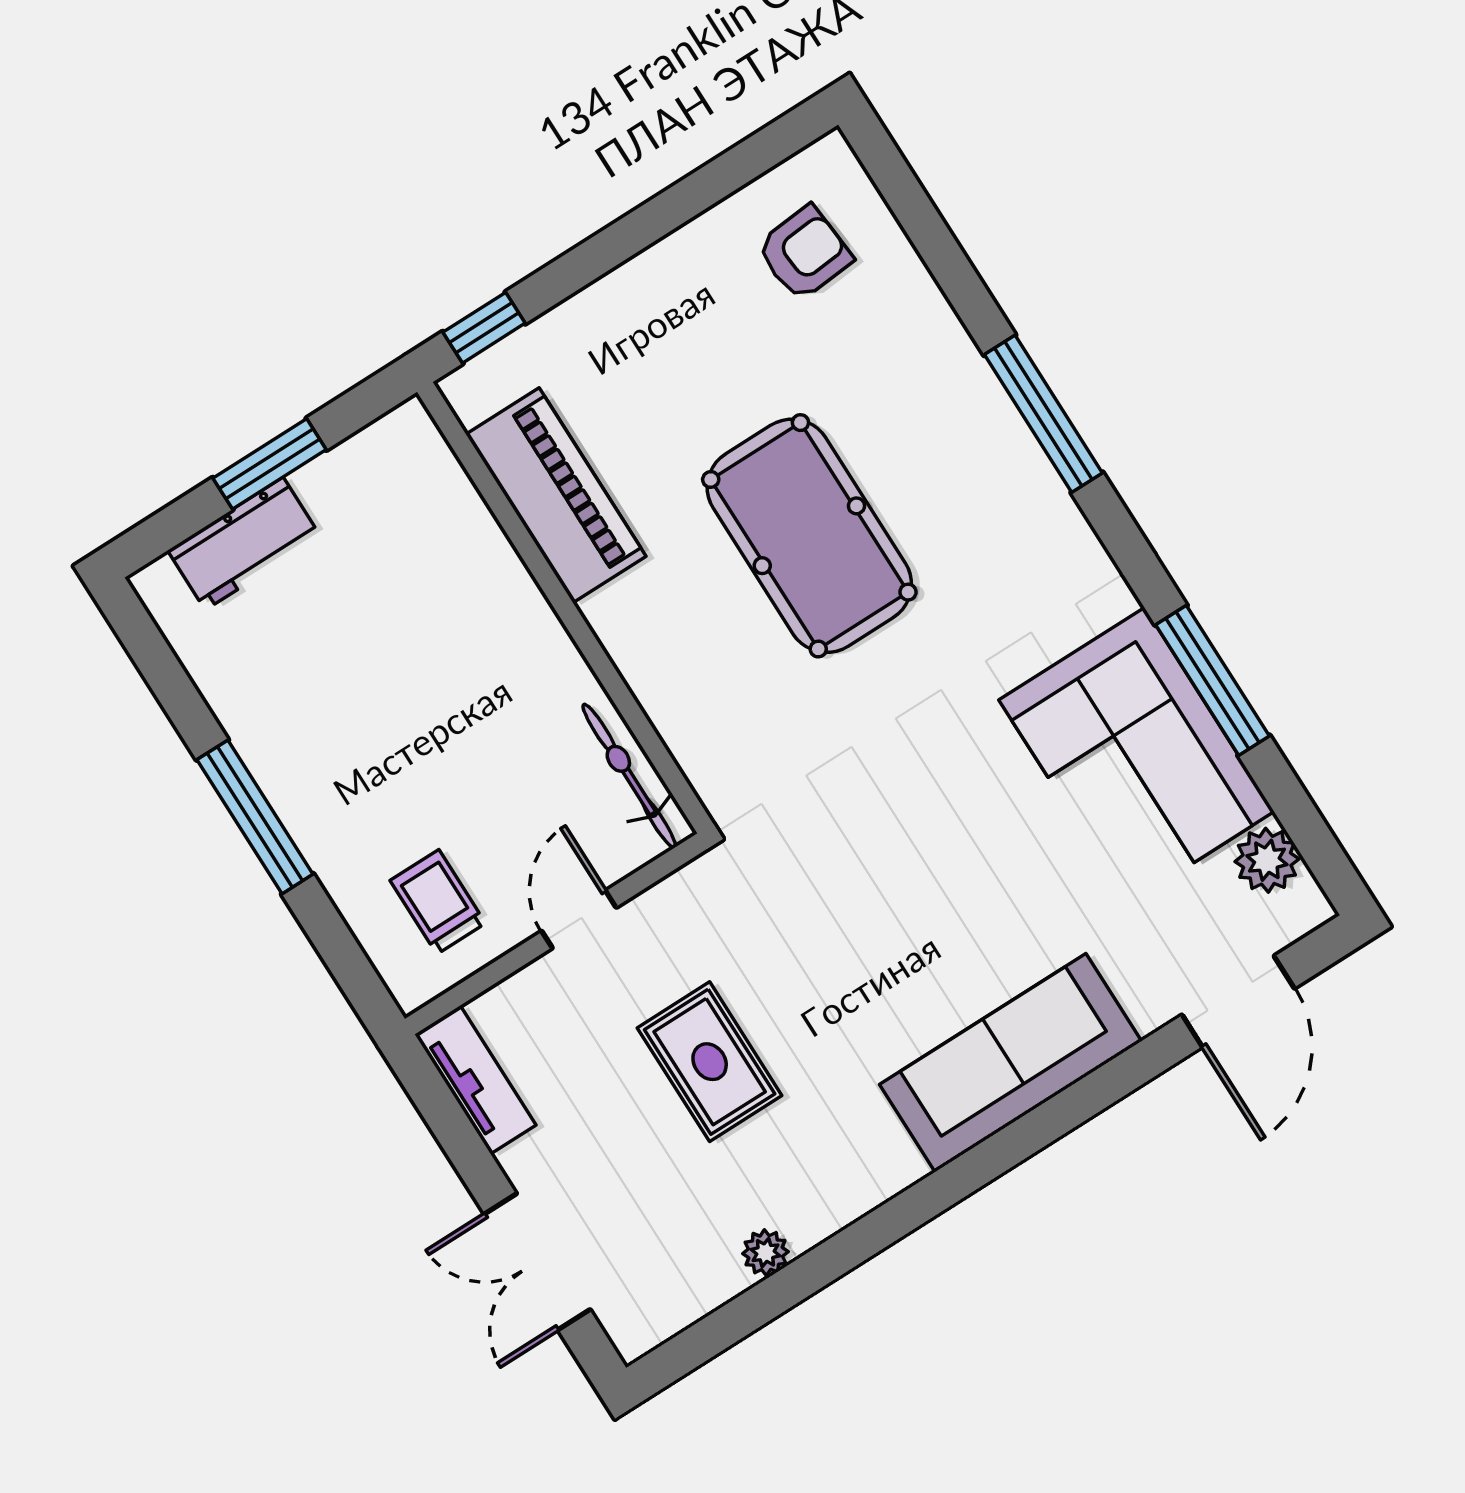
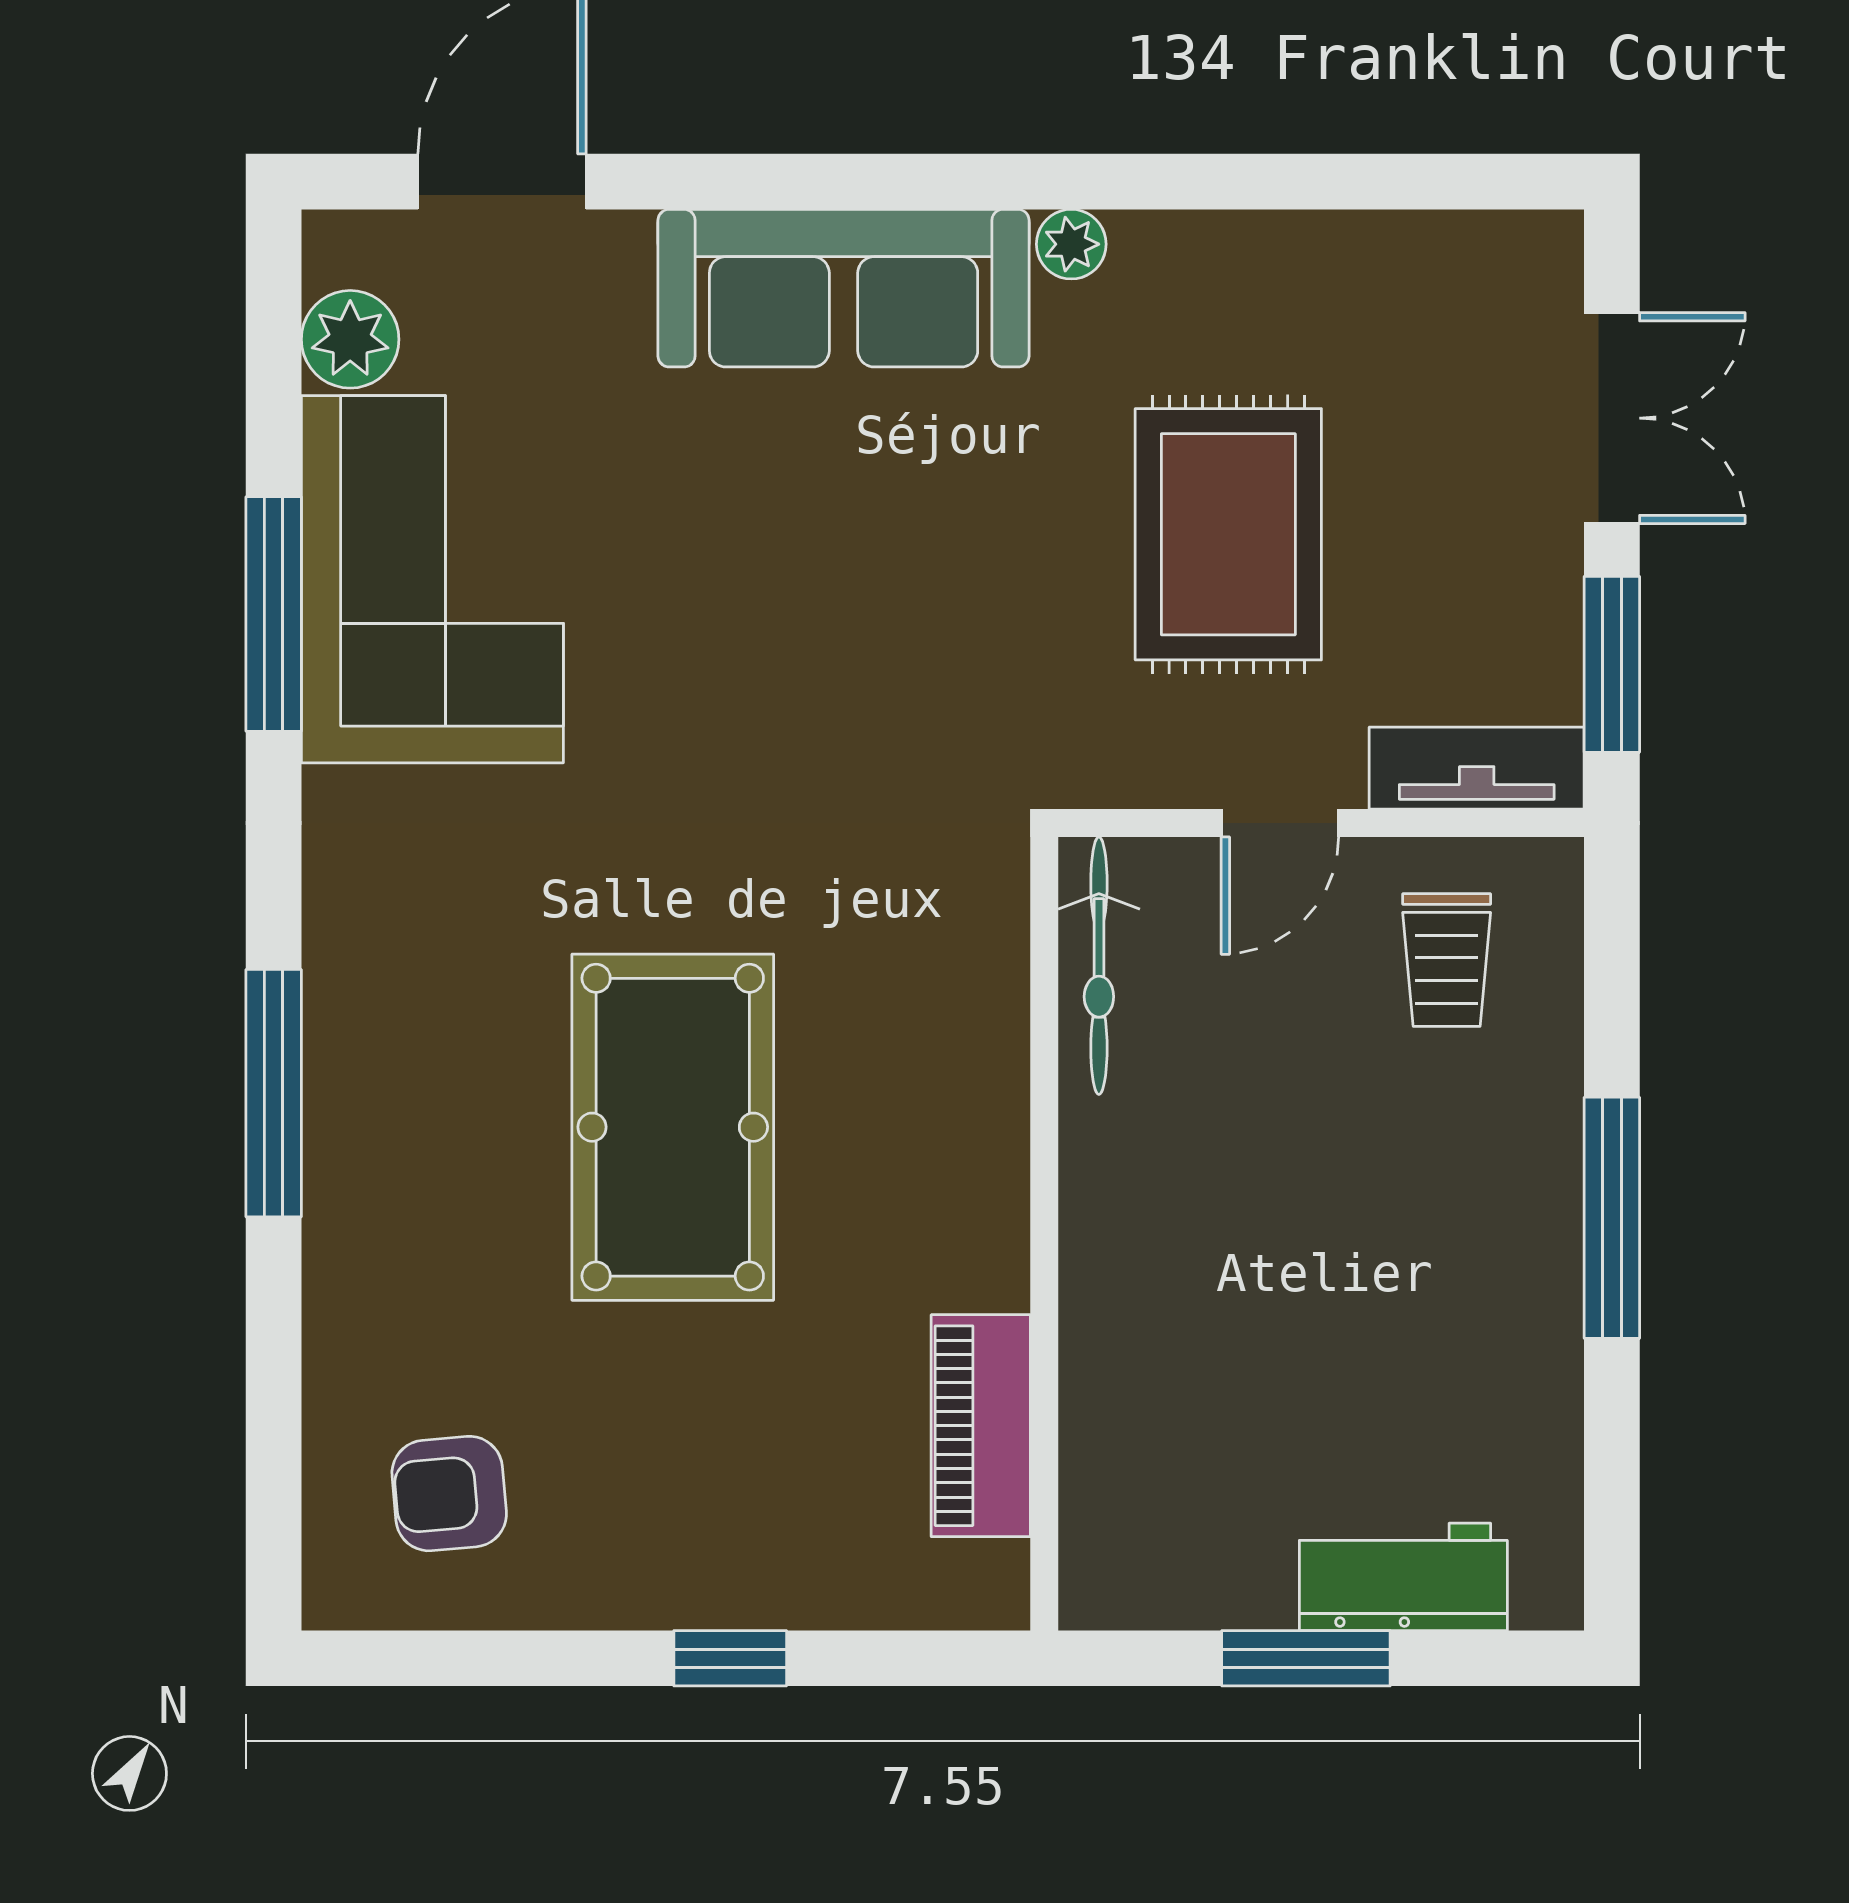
window: (484, 328) -> (730, 1658), moved
piano: (556, 495) -> (981, 1426), width x0.73, depth x0.75
rug: (710, 1062) -> (1228, 534), width x1.36, depth x1.43
tv unit: (475, 1080) -> (1477, 768), moved, turned 90
window: (450, 1125) -> (1612, 664), added
plant: (765, 1253) -> (1071, 244), moved

